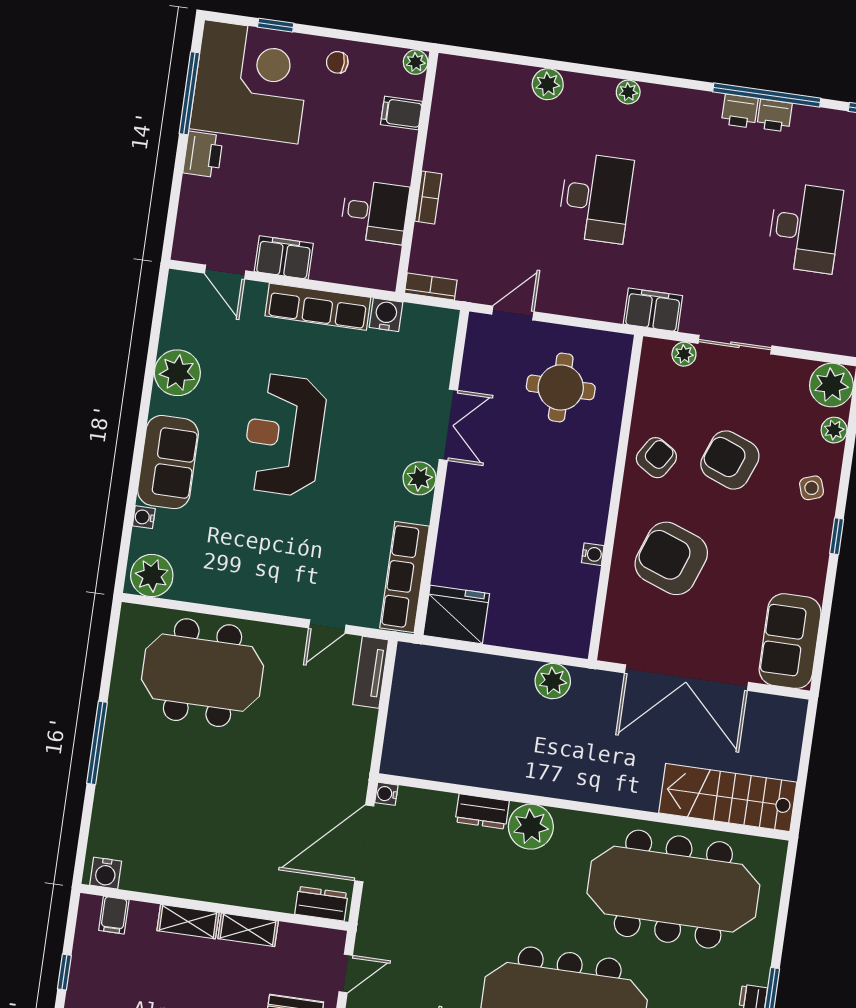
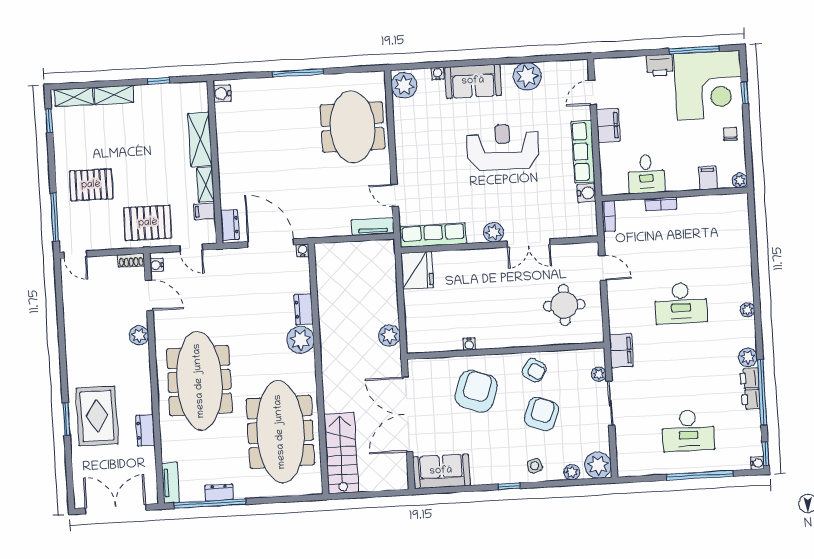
plant: (548, 84) -> (748, 357), moved
filing cabinet: (114, 915) -> (204, 211), moved
shelving: (188, 922) -> (200, 139), width x1.50, depth x1.33

